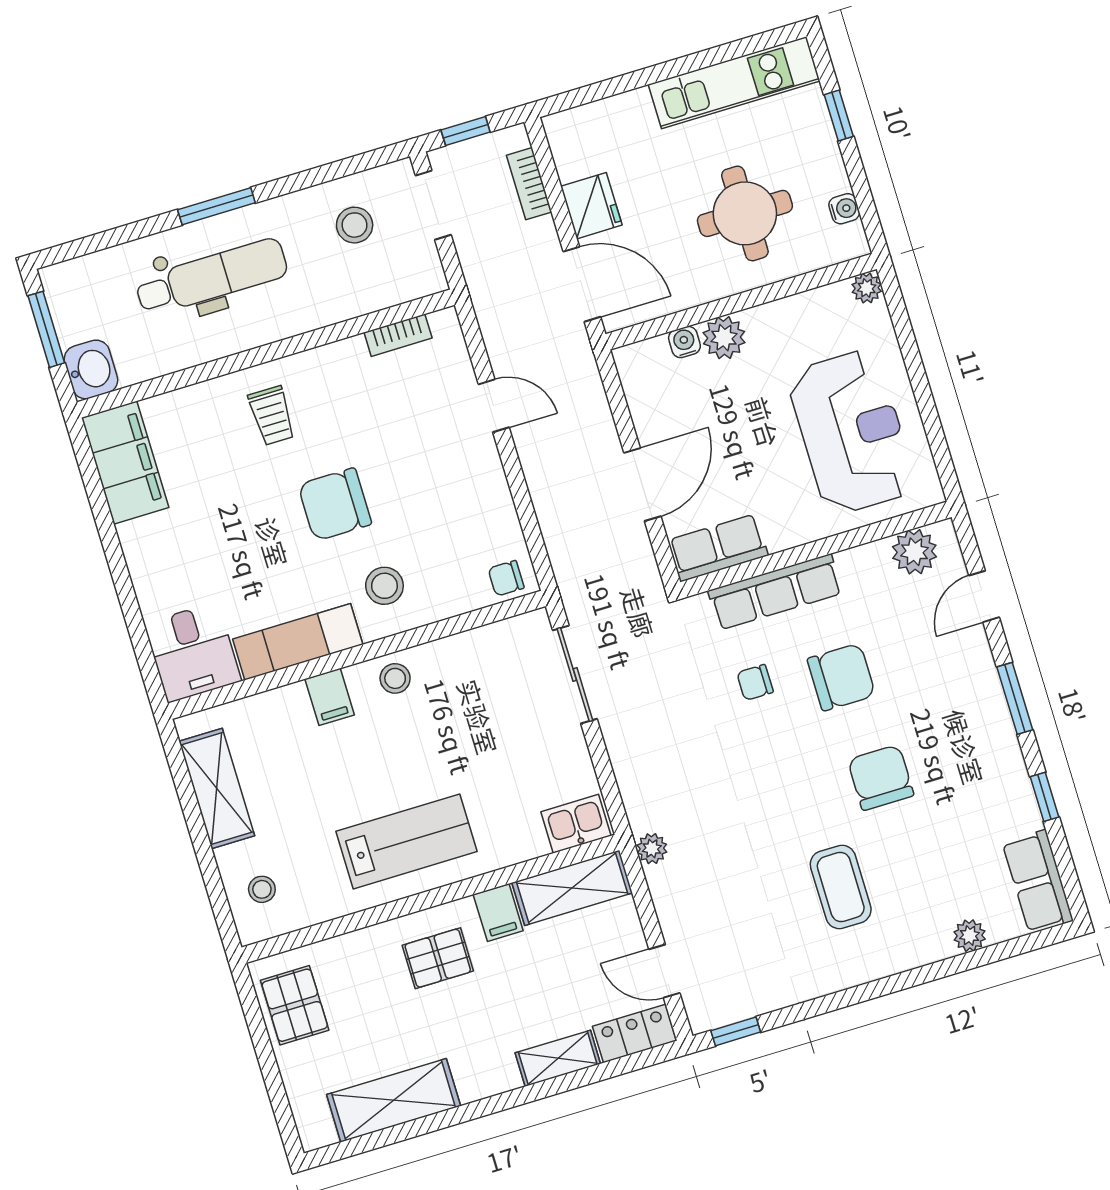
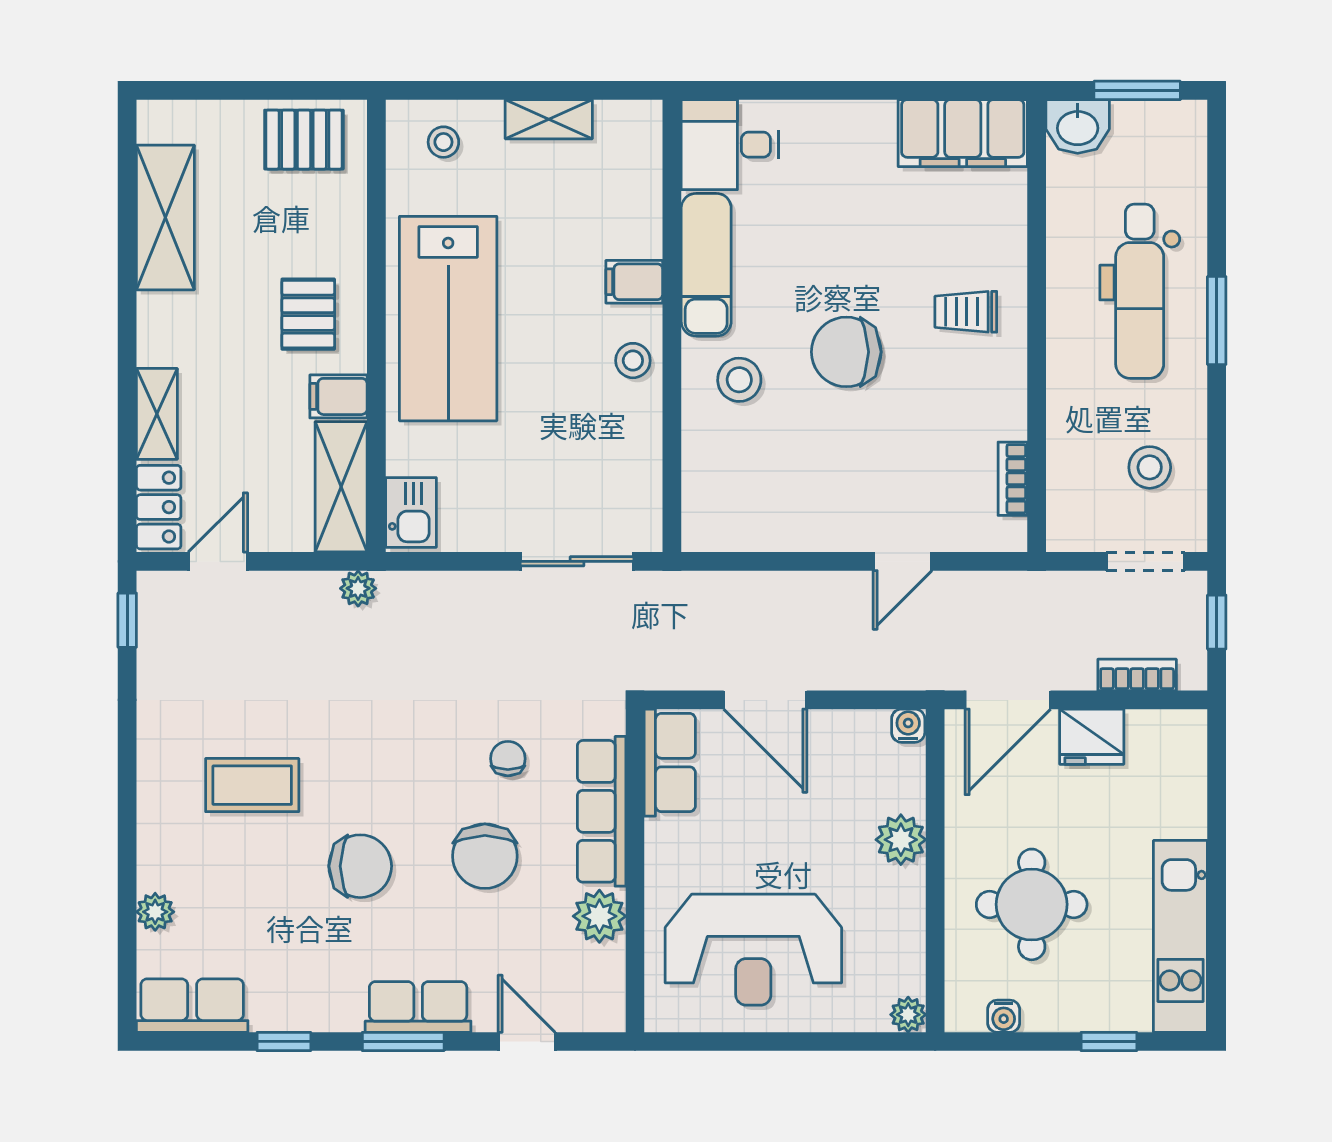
water cooler: (684, 342) -> (908, 726), moved, turned -90
chair: (335, 504) -> (846, 352), turned -90
plant: (914, 552) -> (599, 916), moved
chair: (506, 578) -> (707, 517), removed
row of seats: (983, 695) -> (418, 1007), added
shelving: (217, 788) -> (549, 119), width x0.67, depth x0.75
lab bench: (407, 841) -> (448, 319), width x1.36, depth x1.39

